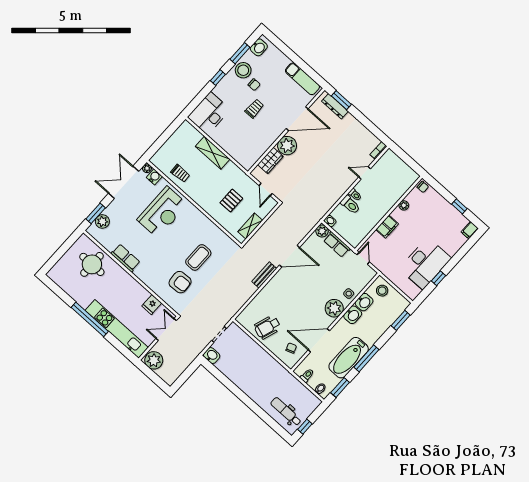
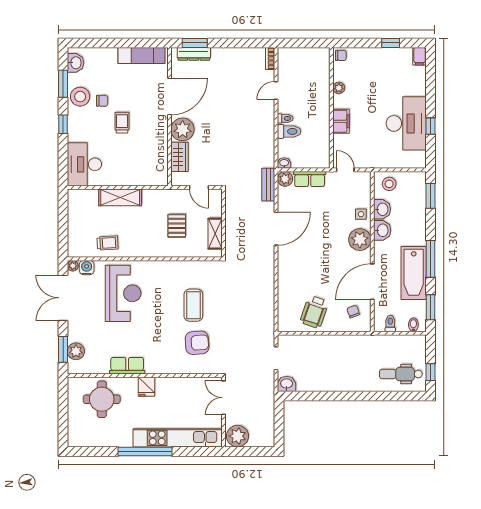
bench: (264, 275) -> (268, 185), moved
fridge: (152, 305) -> (147, 387), moved

